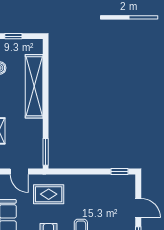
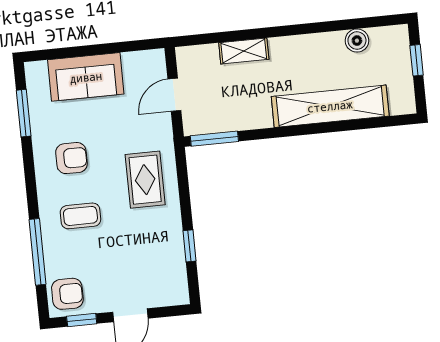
window: (120, 172) -> (189, 246), moved
rug: (49, 194) -> (145, 180), moved

